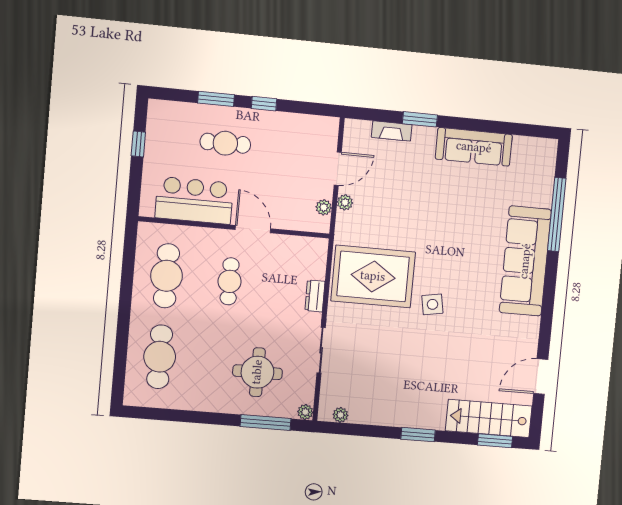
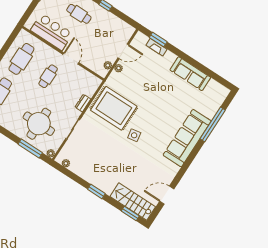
window: (420, 119) -> (158, 40), moved
round table: (257, 372) -> (39, 124), width x1.36, depth x1.36

